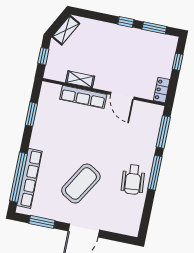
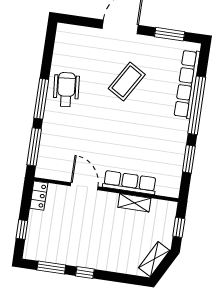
window: (18, 177) -> (197, 105), moved
coffee table: (81, 184) -> (127, 81), width x0.73, depth x0.76

